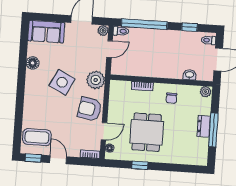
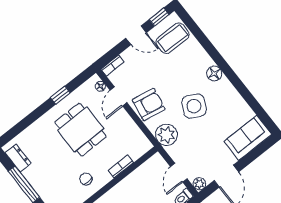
floor lamp: (33, 63) -> (214, 73), moved
dresser: (204, 126) -> (18, 158), moved

